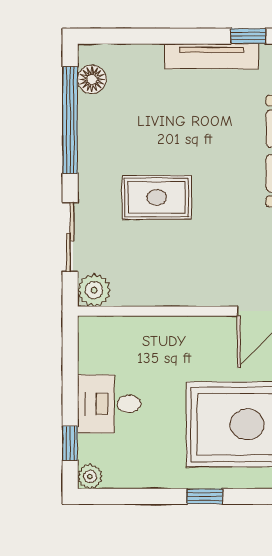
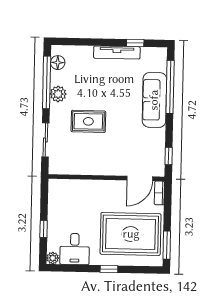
plant: (94, 290) -> (58, 94), moved
desk: (109, 404) -> (75, 249), moved, turned -90
window: (70, 443) -> (44, 229), moved

